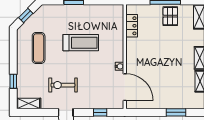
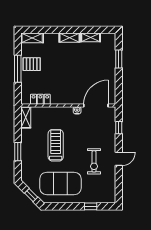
exercise mat: (39, 48) -> (60, 183), width x2.00, depth x1.45
shelving: (29, 103) -> (26, 117), moved

